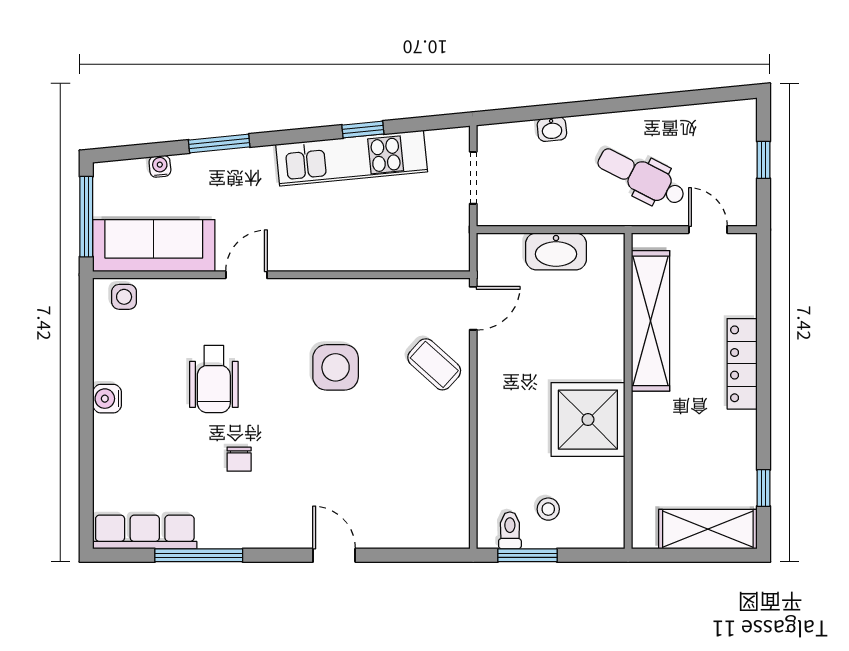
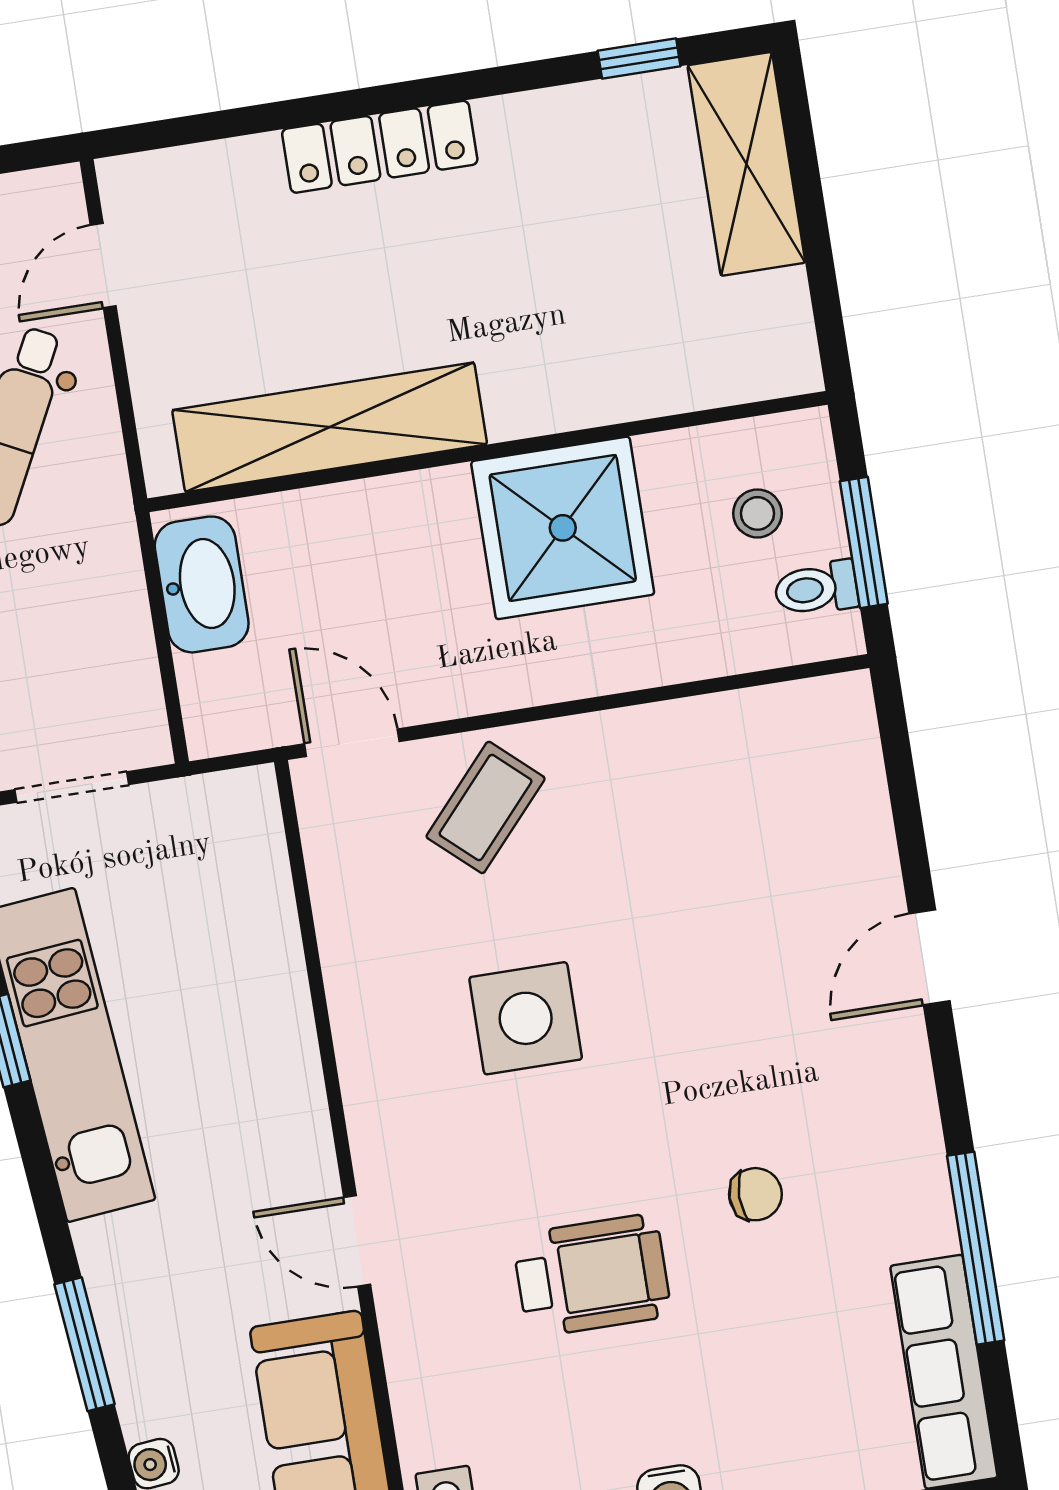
shelving: (650, 321) -> (330, 427), moved
wall: (628, 391) -> (487, 452), moved
shower: (588, 420) -> (563, 528), moved

